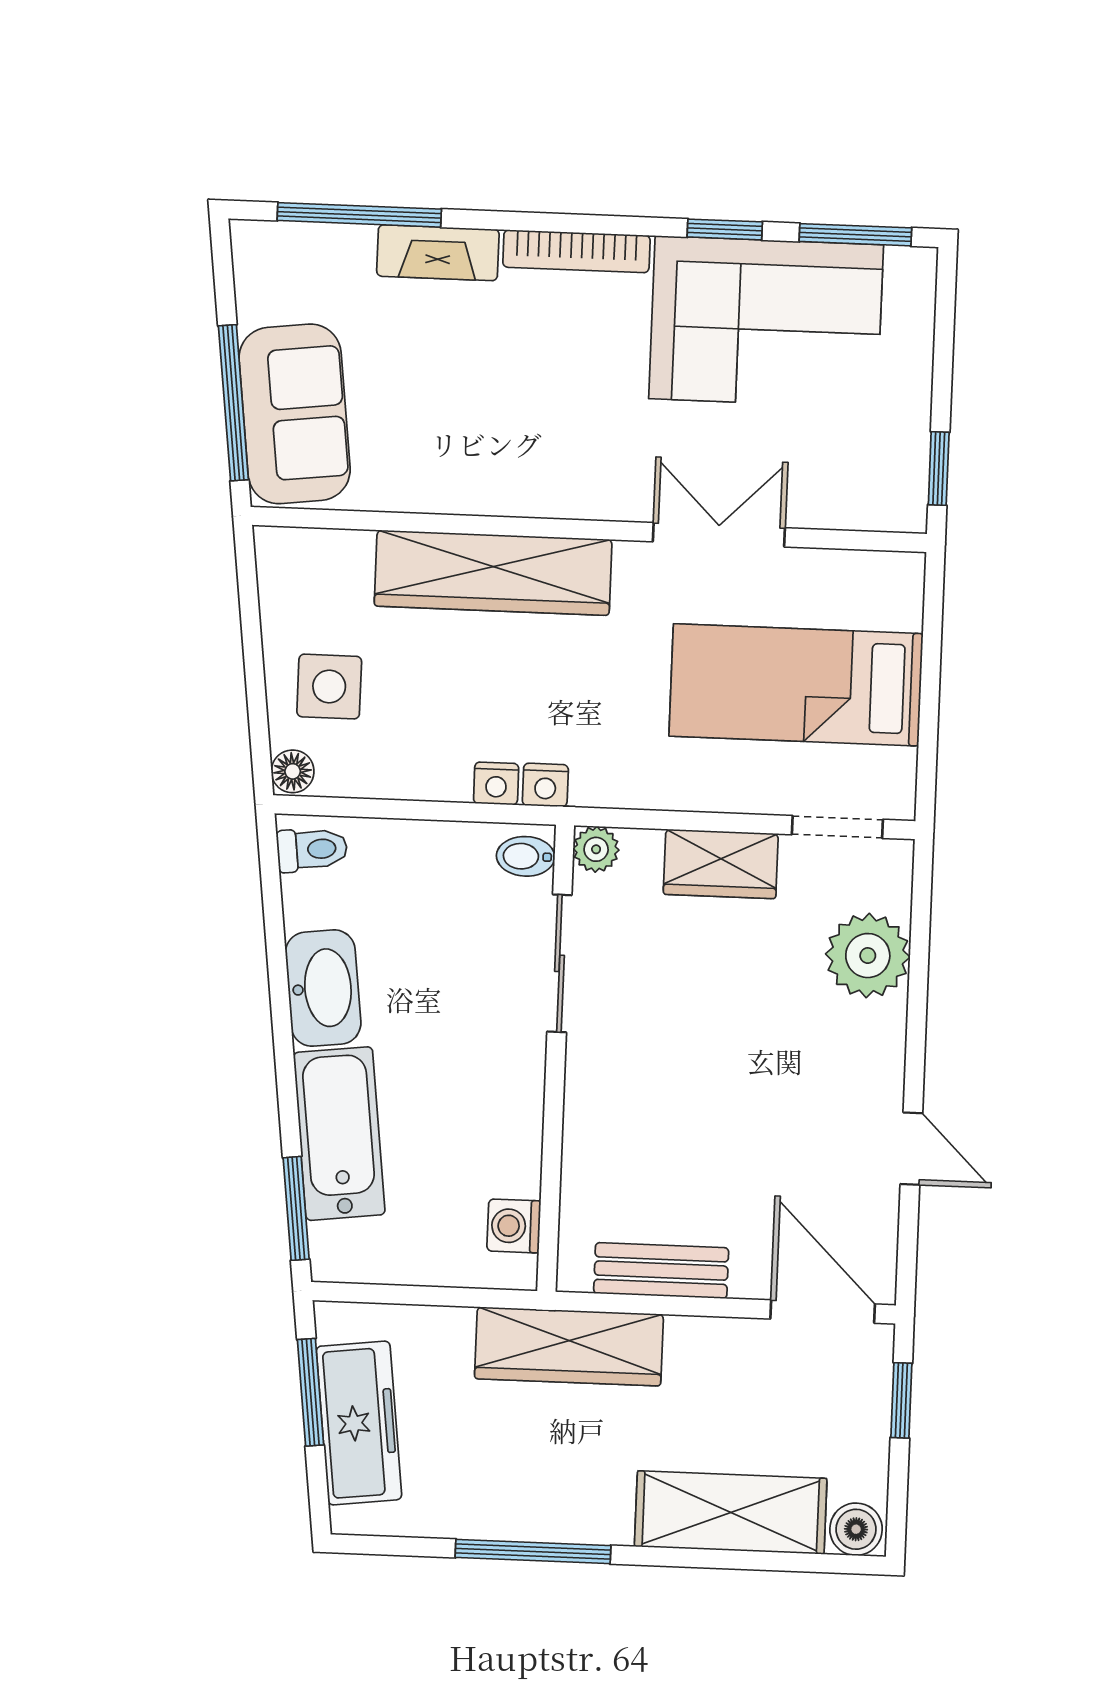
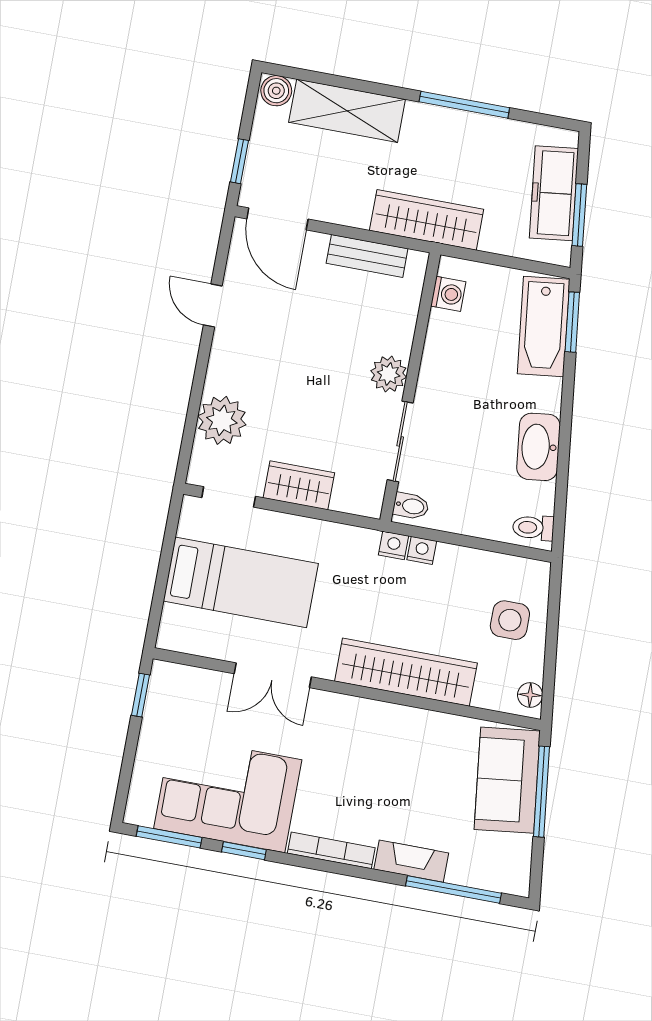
floor lamp: (293, 771) -> (530, 695), moved
plant: (596, 849) -> (389, 374), moved, width x1.38, depth x1.38
bathtub: (339, 1134) -> (544, 327), moved

